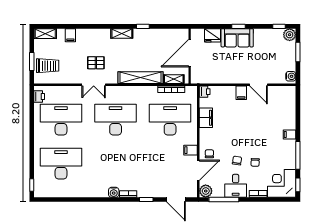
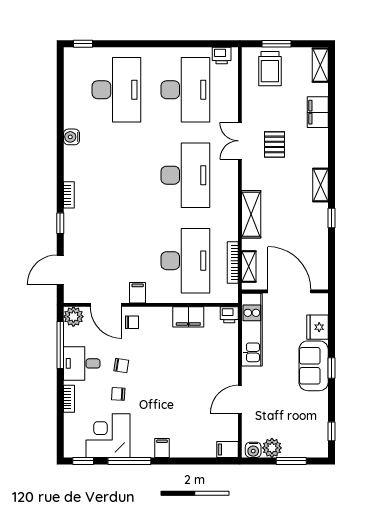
filing cabinet: (70, 35) -> (318, 112), width x2.00
plant: (290, 35) -> (272, 448), moved
kitchen unit: (214, 77) -> (252, 330), added
shelving: (140, 78) -> (251, 214), width x0.68
filing cabinet: (241, 93) -> (227, 449), moved
corner desk: (282, 183) -> (108, 436), moved, turned -90
water cooler: (114, 192) -> (71, 137), moved

